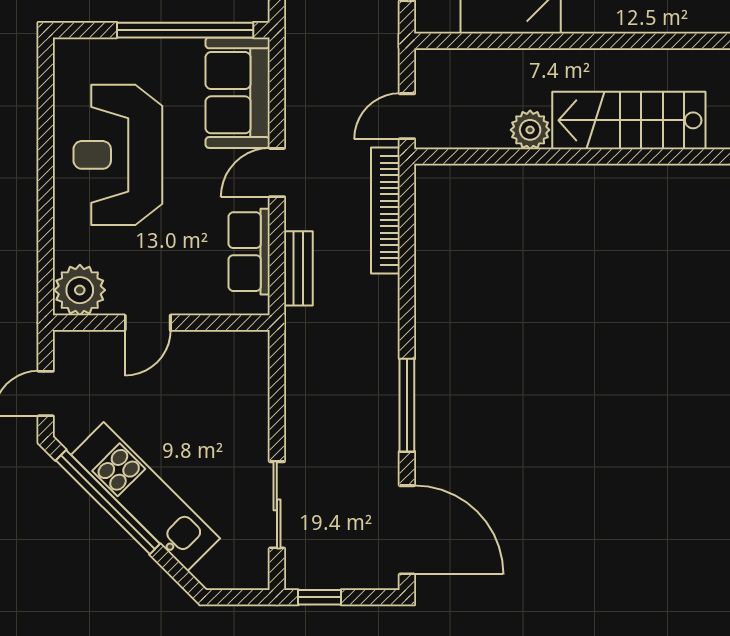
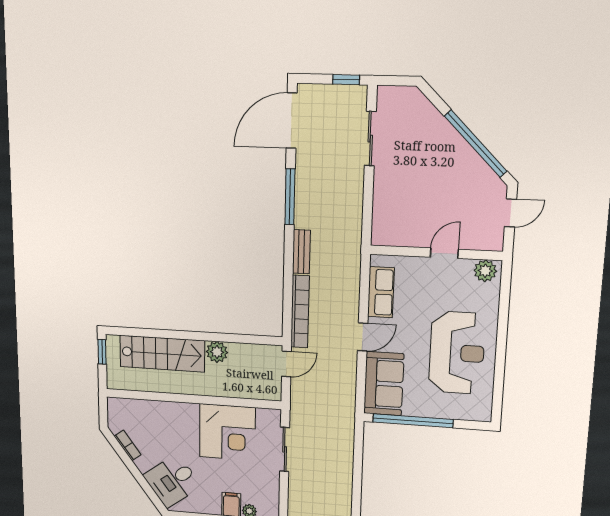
bench: (298, 268) -> (301, 252), moved
plant: (80, 290) -> (485, 271), width x0.73, depth x0.73
kitchen unit: (145, 497) -> (452, 146), removed
door: (407, 530) -> (292, 121), hinge flipped

